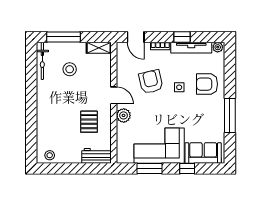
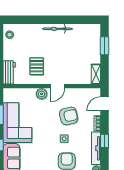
window: (64, 37) -> (105, 46), width x0.69
bicycle: (42, 61) -> (57, 29), moved
stool: (70, 69) -> (79, 51), removed
pallet: (89, 122) -> (37, 66), turned 90

